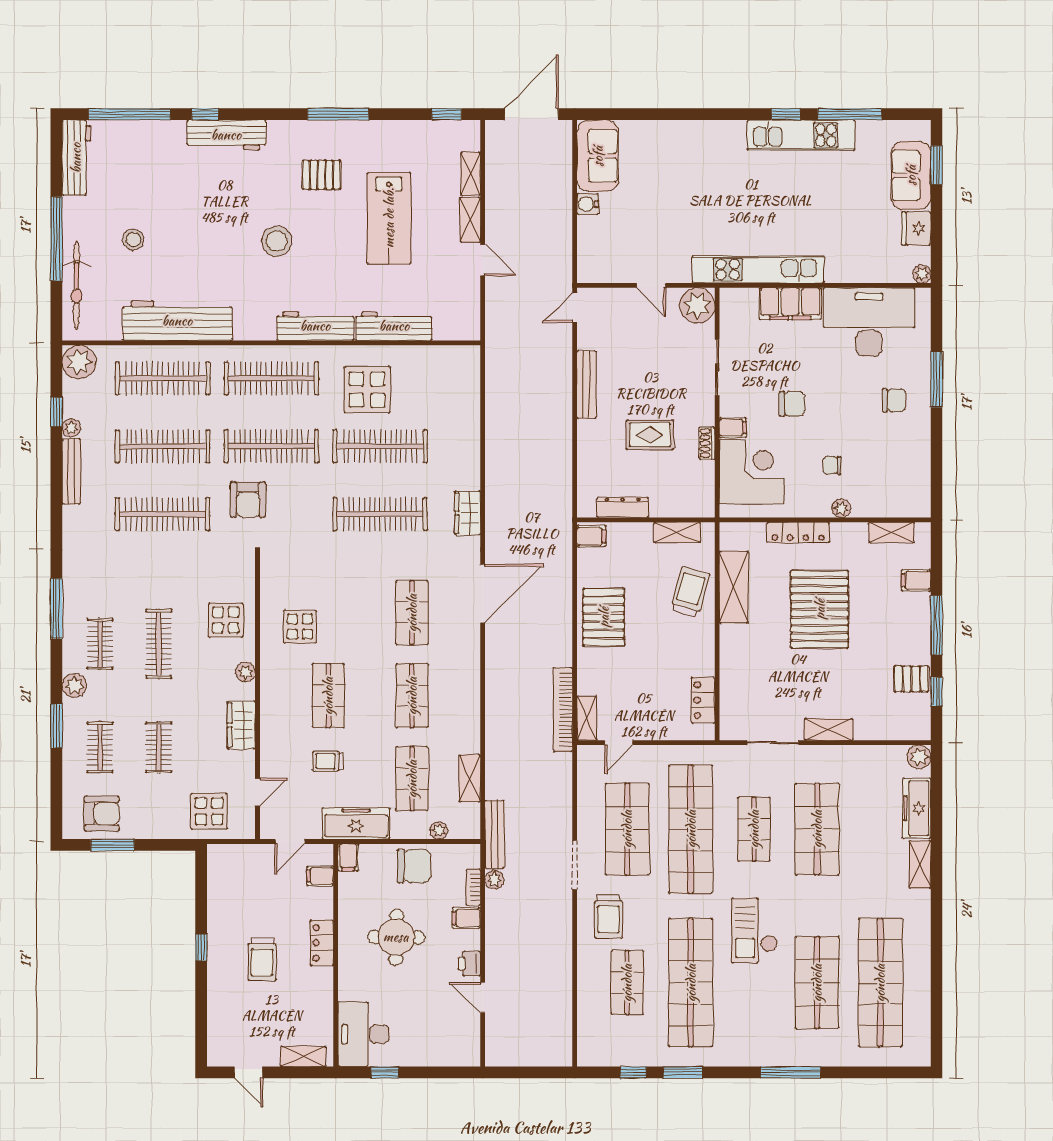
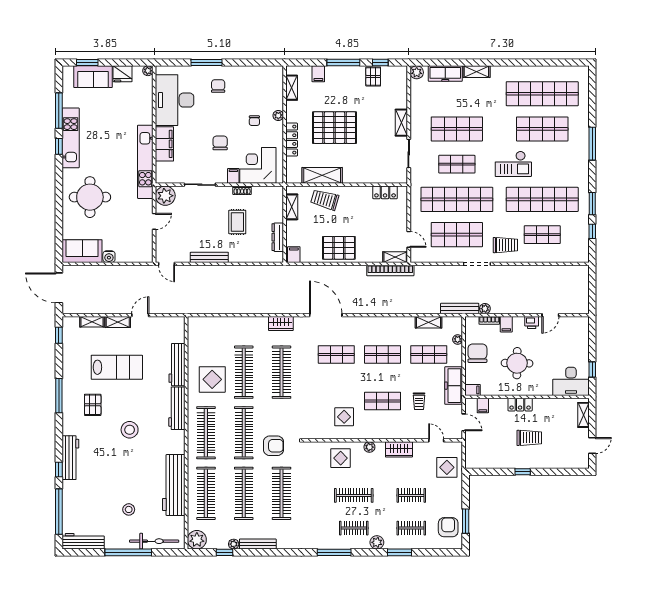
round table: (695, 170) -> (90, 197), added

